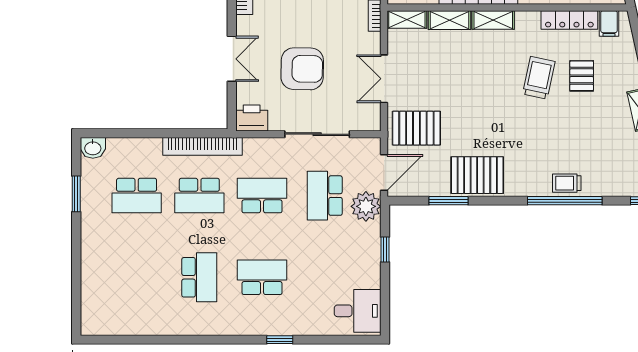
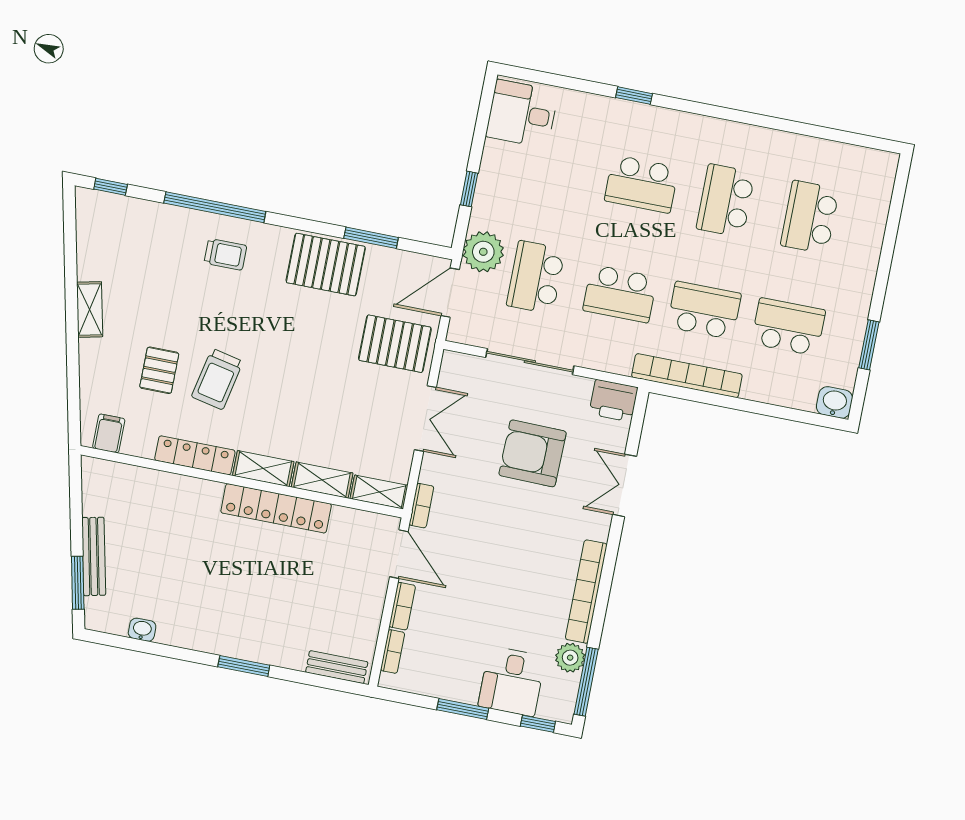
locker: (569, 20) -> (195, 455), moved
trolley: (567, 183) -> (225, 254), moved
school desk: (325, 196) -> (536, 277), turned 180
school desk: (137, 277) -> (810, 217), added

